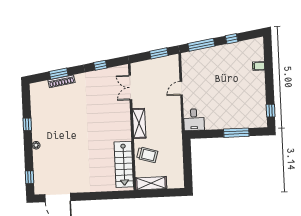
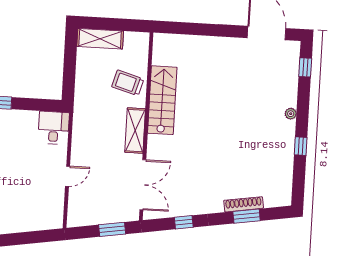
window: (201, 45) -> (31, 237), removed
window: (159, 53) -> (112, 229), moved
double door: (130, 88) -> (143, 185), width x1.37
stairs: (124, 164) -> (162, 100), moved
shelving: (151, 183) -> (100, 39), moved

